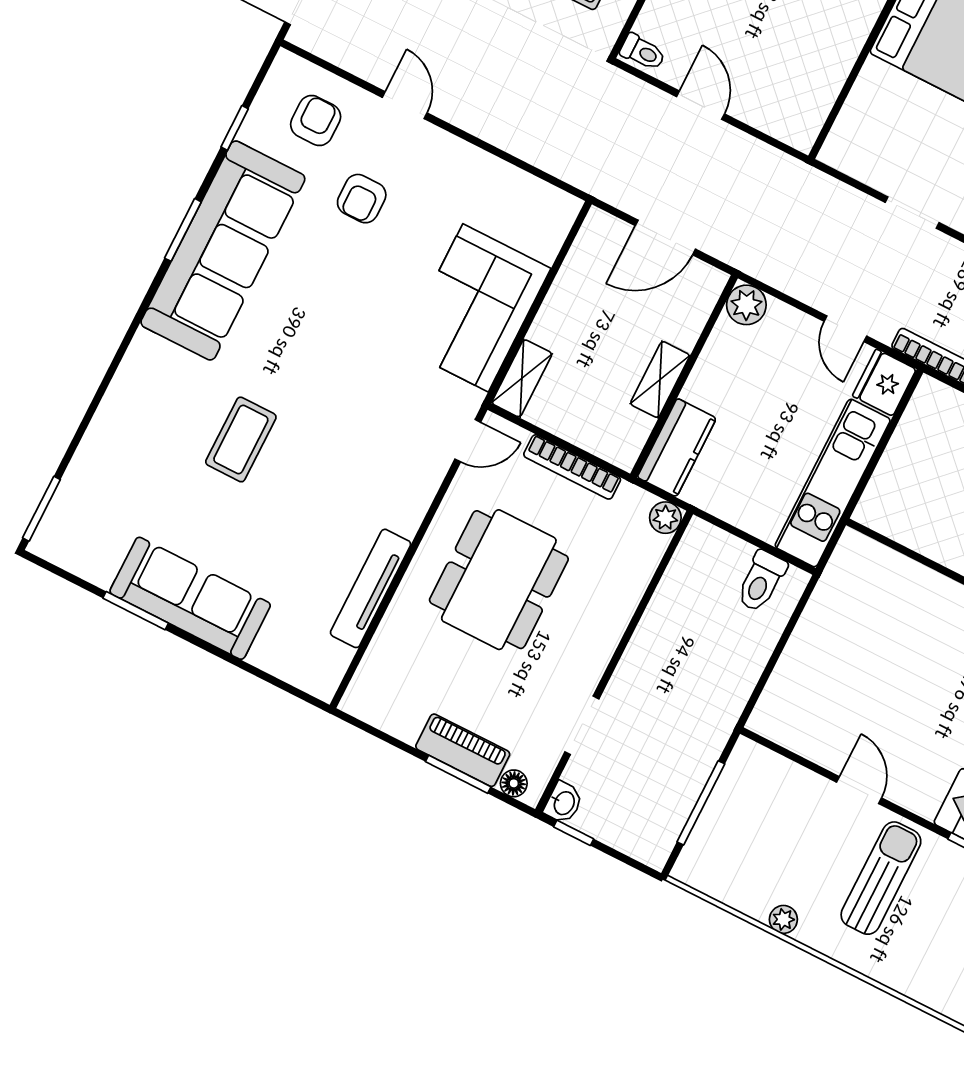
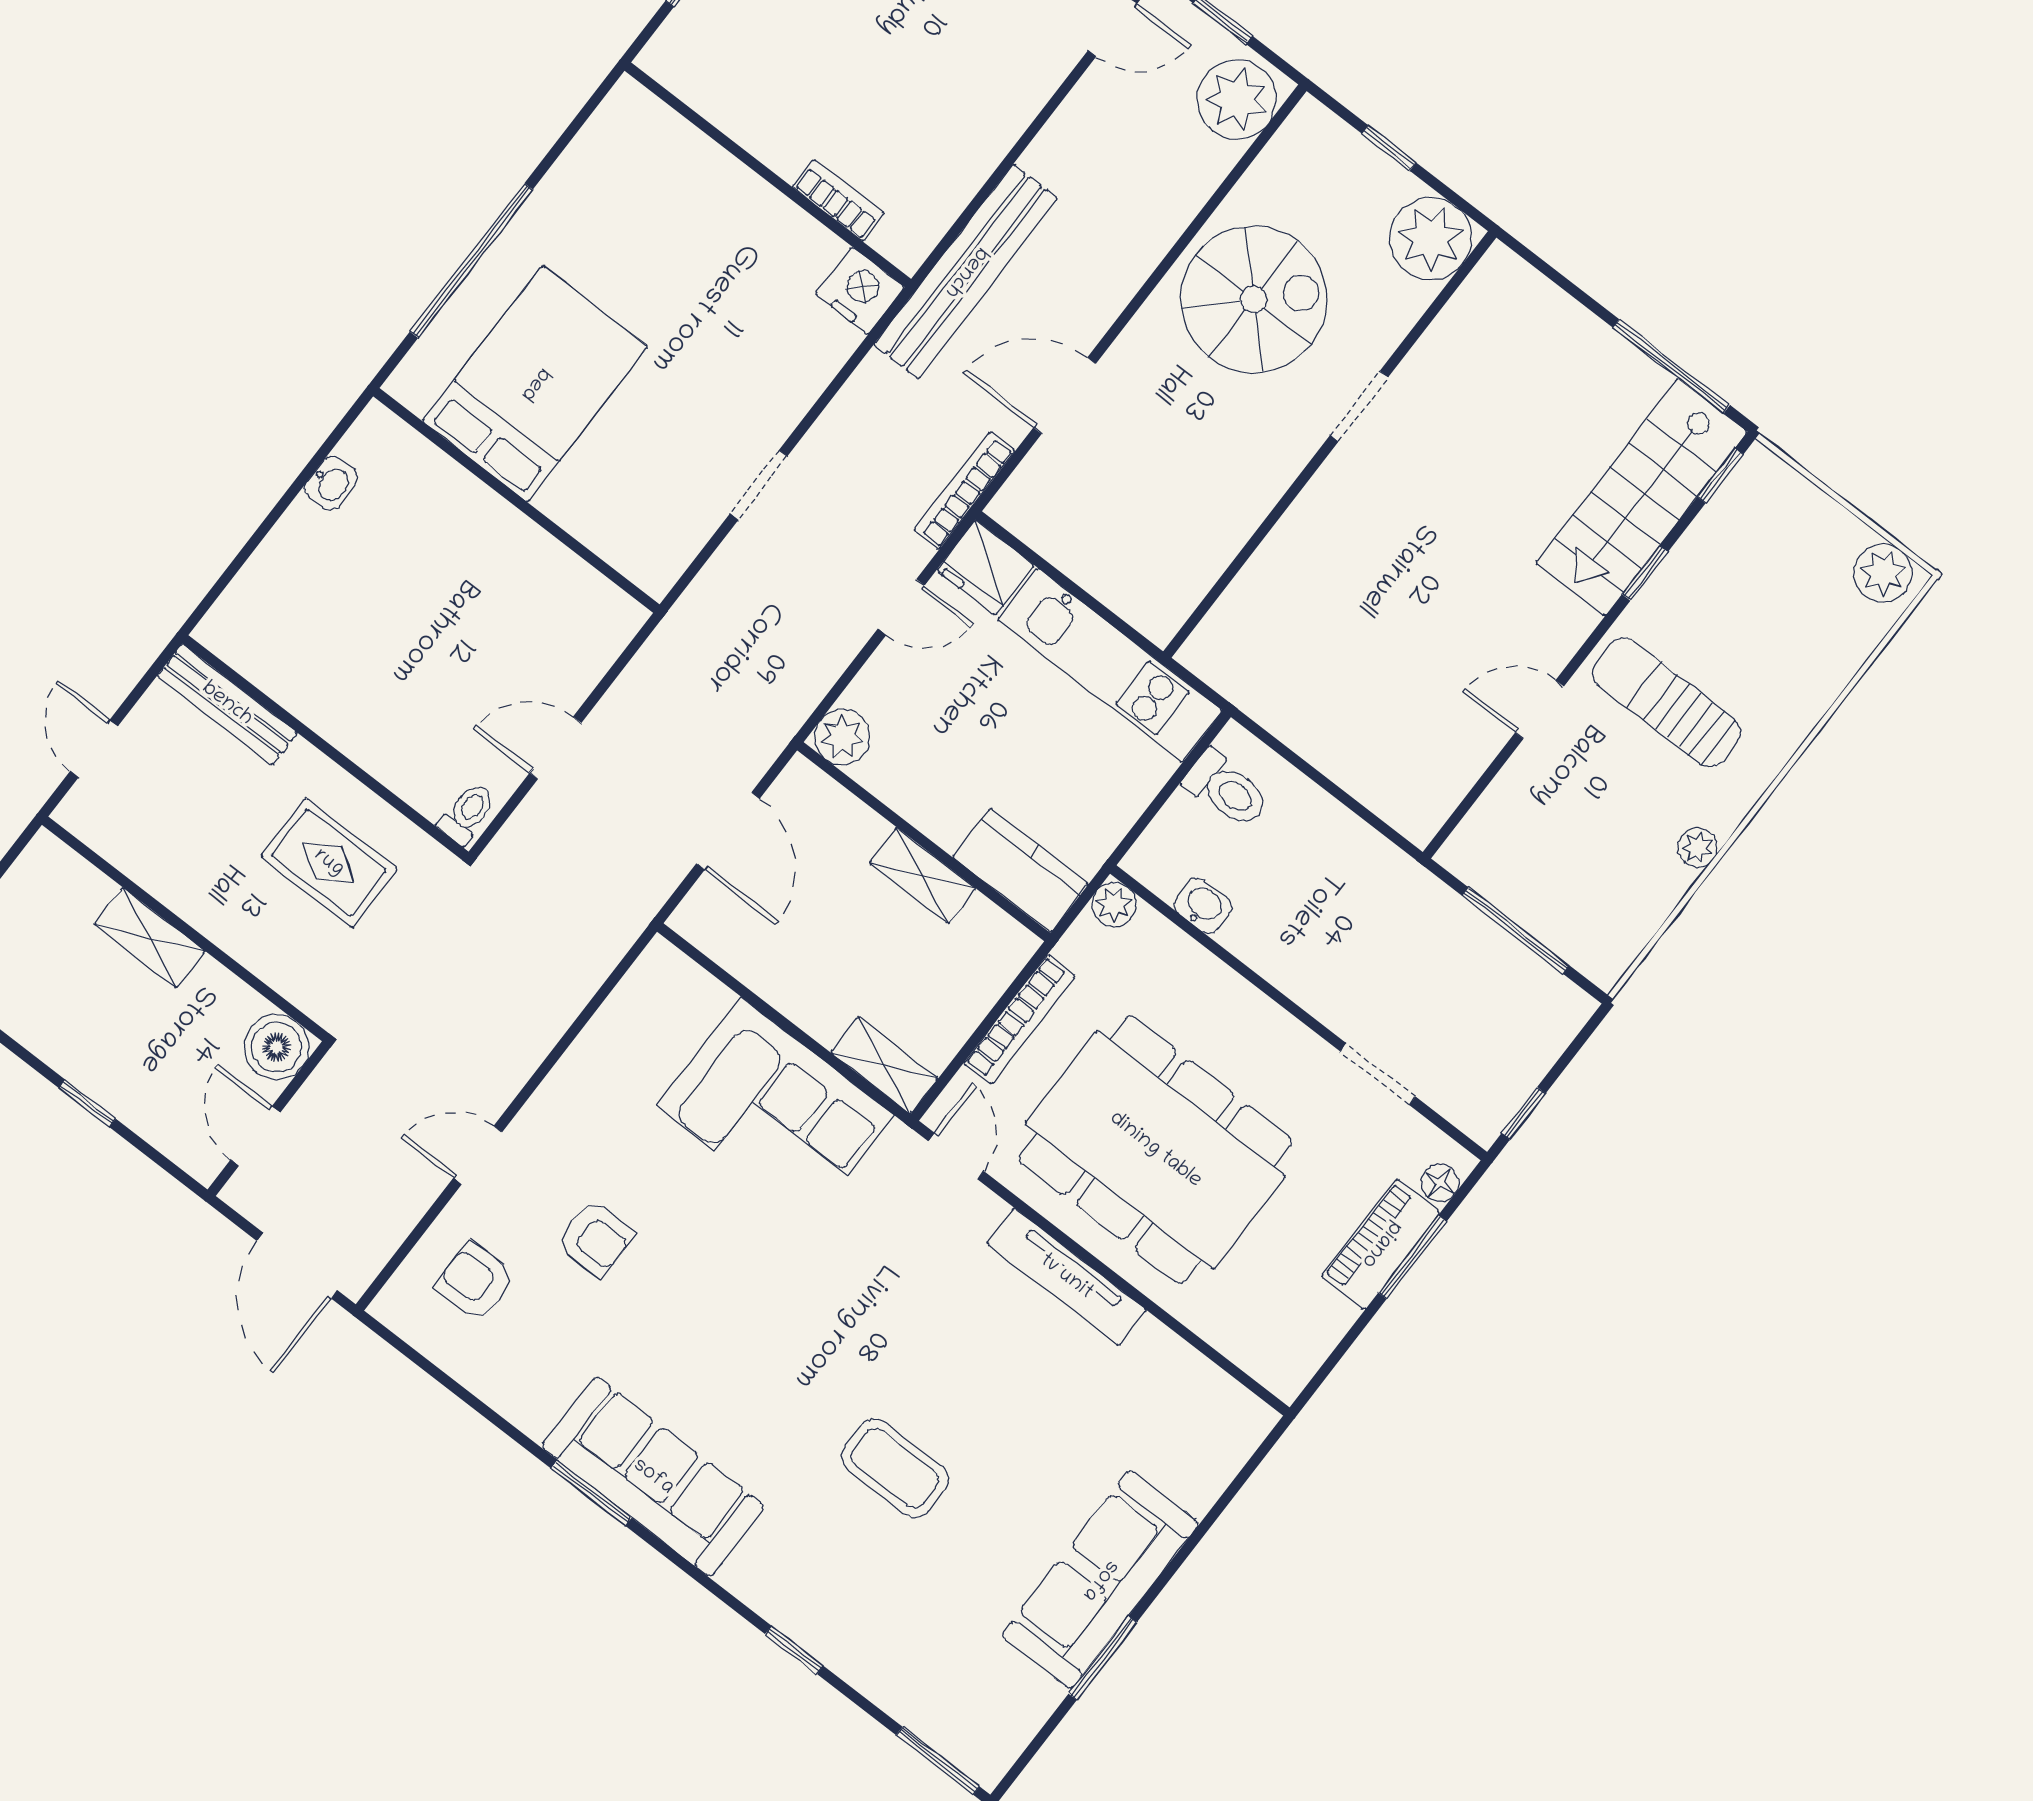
window: (235, 128) -> (794, 1650), moved
sofa: (223, 250) -> (653, 1477), width x0.74, depth x0.79
dining table: (499, 580) -> (1155, 1150), width x1.36, depth x1.24
tv unit: (371, 588) -> (1066, 1277), moved
washbasin: (563, 803) -> (1203, 906), moved

